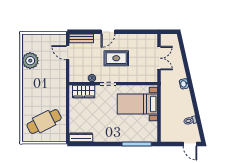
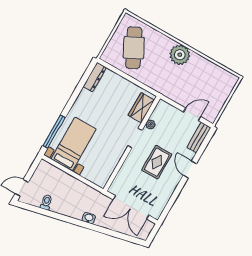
double door: (159, 58) -> (131, 207), width x1.37
plant: (30, 61) -> (180, 55), moved
bed with nightstands: (137, 104) -> (74, 144), moved

